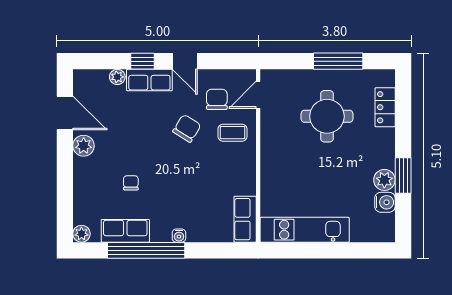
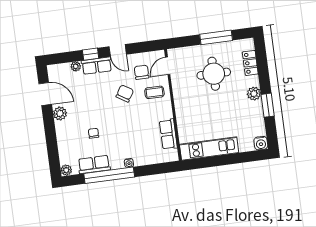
plant: (384, 180) -> (254, 94), moved
water cooler: (385, 202) -> (261, 143), moved, turned 90
row of seats: (245, 219) -> (168, 134), moved

